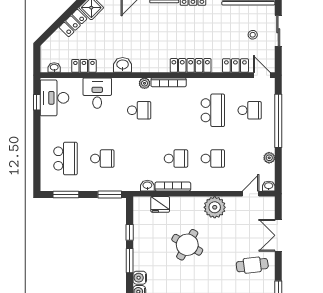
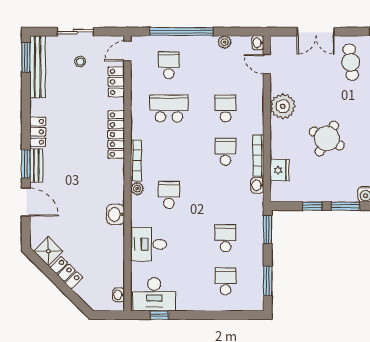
locker: (84, 66) -> (117, 260), removed
school desk: (65, 159) -> (226, 281), width x0.54

